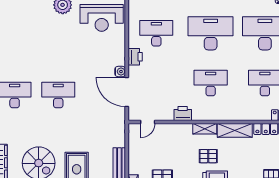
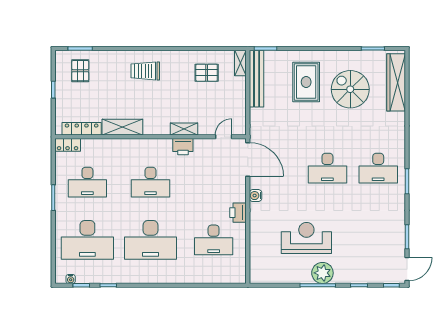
reception desk: (102, 18) -> (306, 238), moved
door: (127, 92) -> (248, 160), moved
shelving: (205, 129) -> (184, 129), moved
pallet: (208, 156) -> (153, 97), removed

